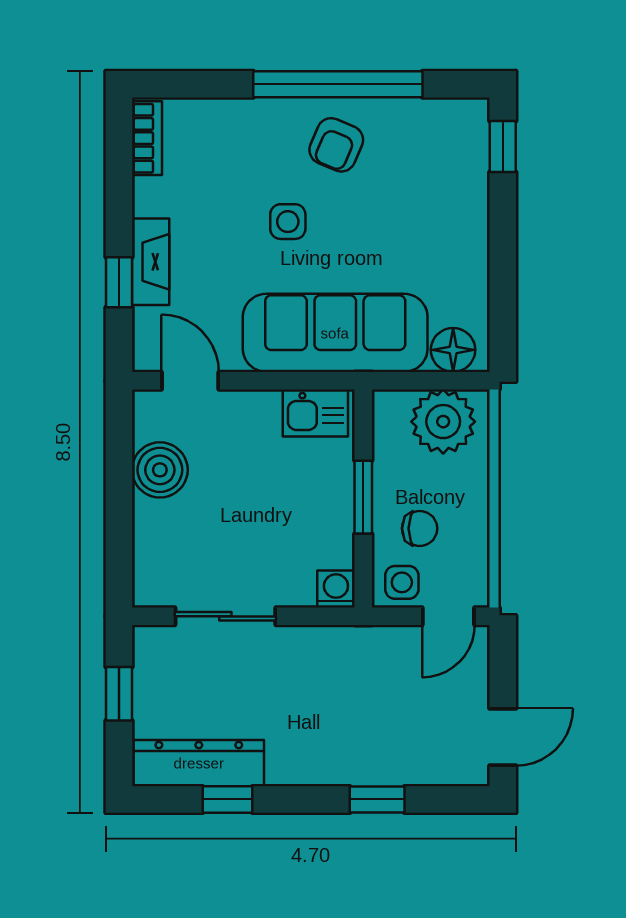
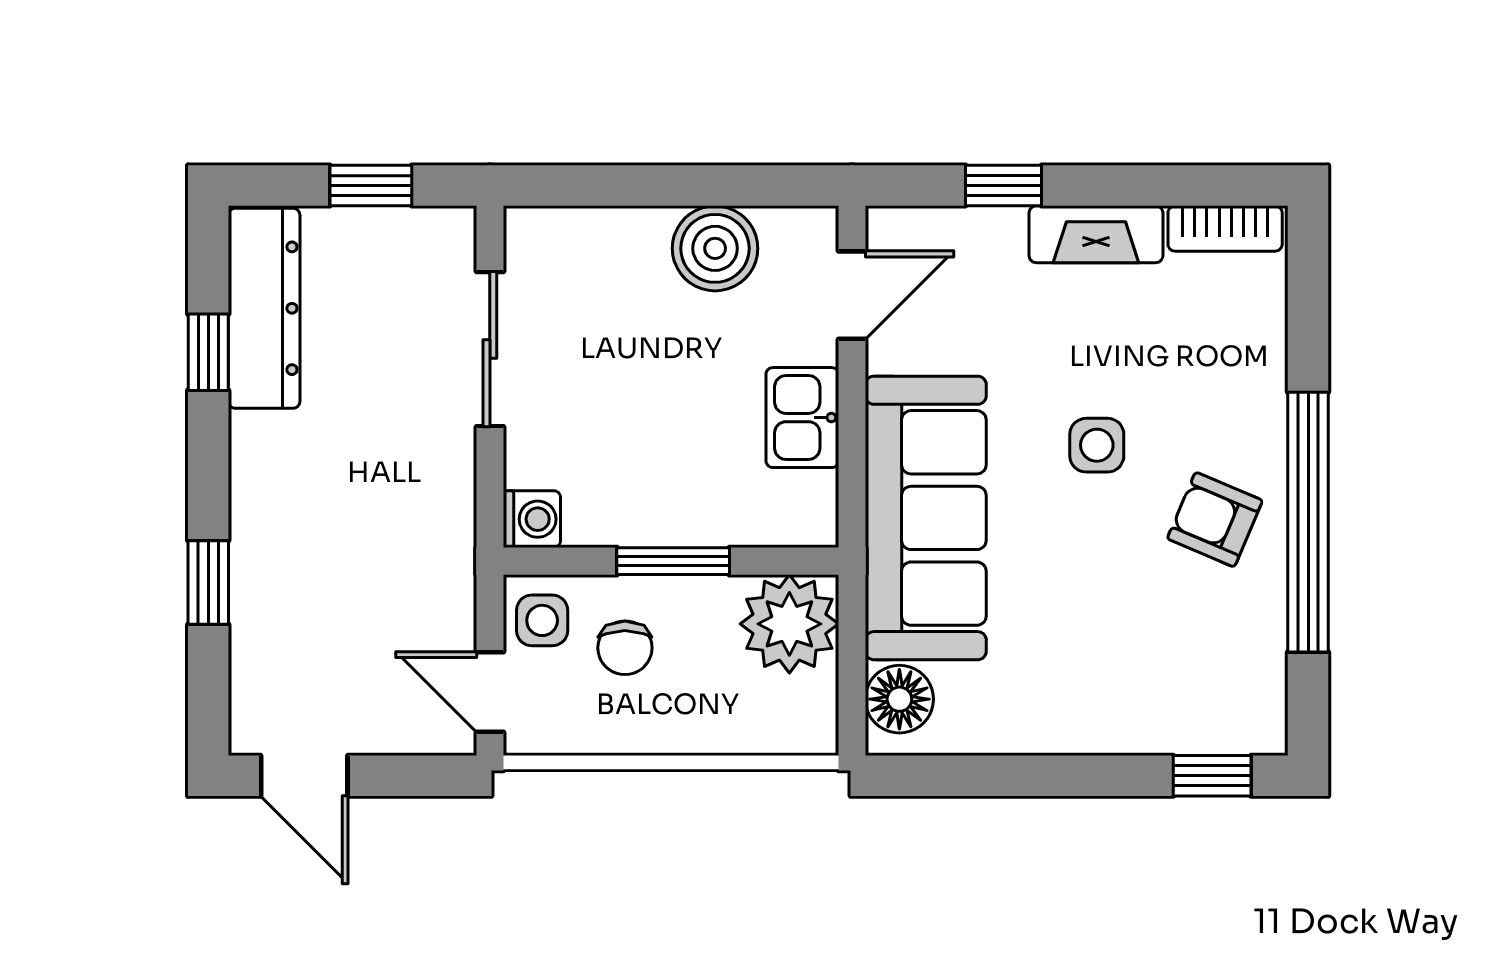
fireplace: (151, 262) -> (1096, 234), moved
kitchen sink: (315, 413) -> (802, 418), moved
plant: (443, 422) -> (789, 624), moved

